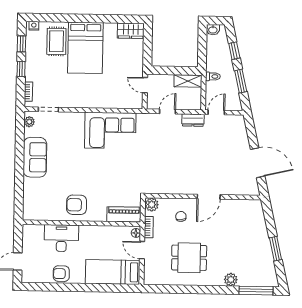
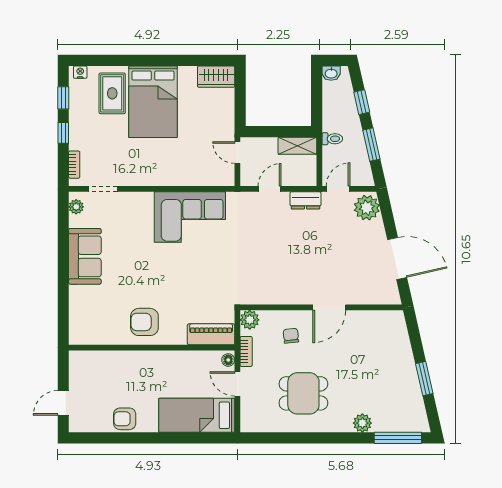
plant: (237, 126) -> (367, 208), added
desk: (61, 238) -> (124, 369), removed

